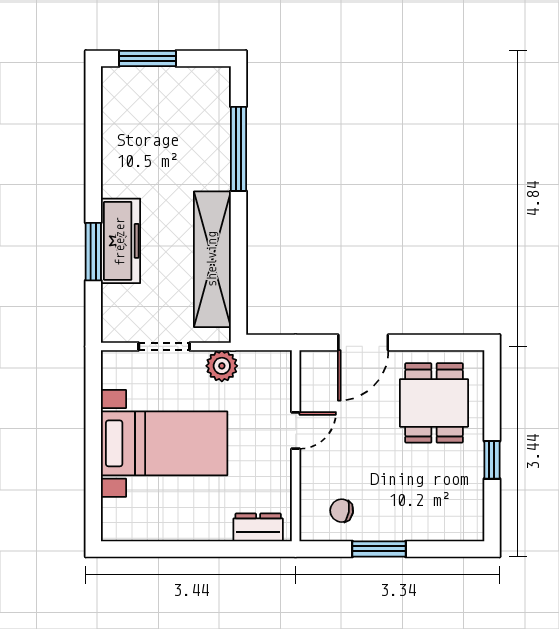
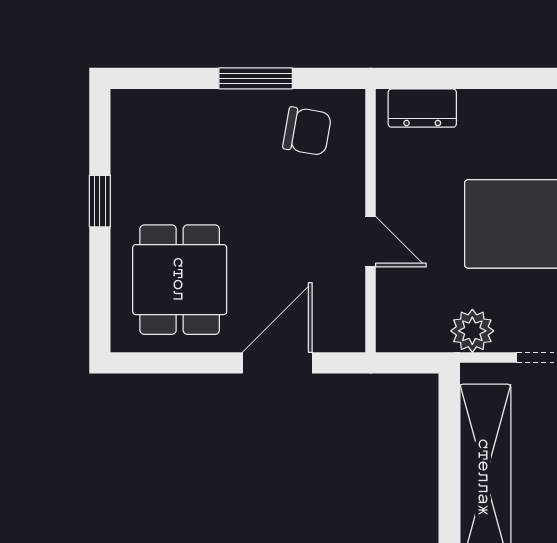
door: (296, 430) -> (371, 242), swing flipped
chair: (342, 511) -> (307, 131), width x1.37, depth x1.37

